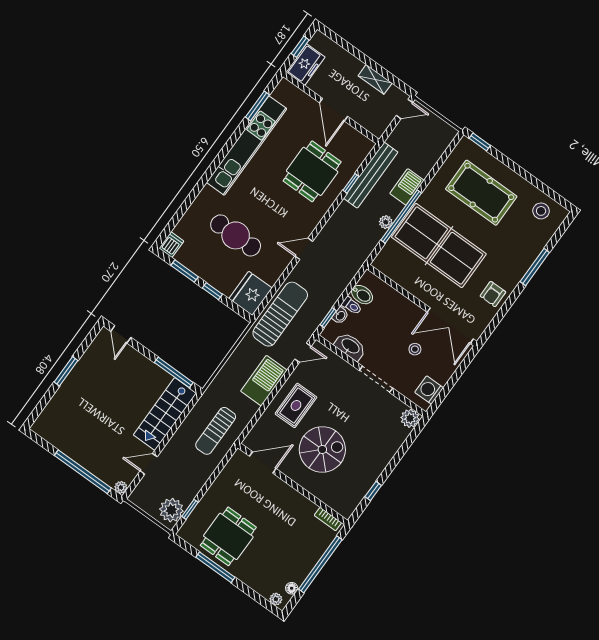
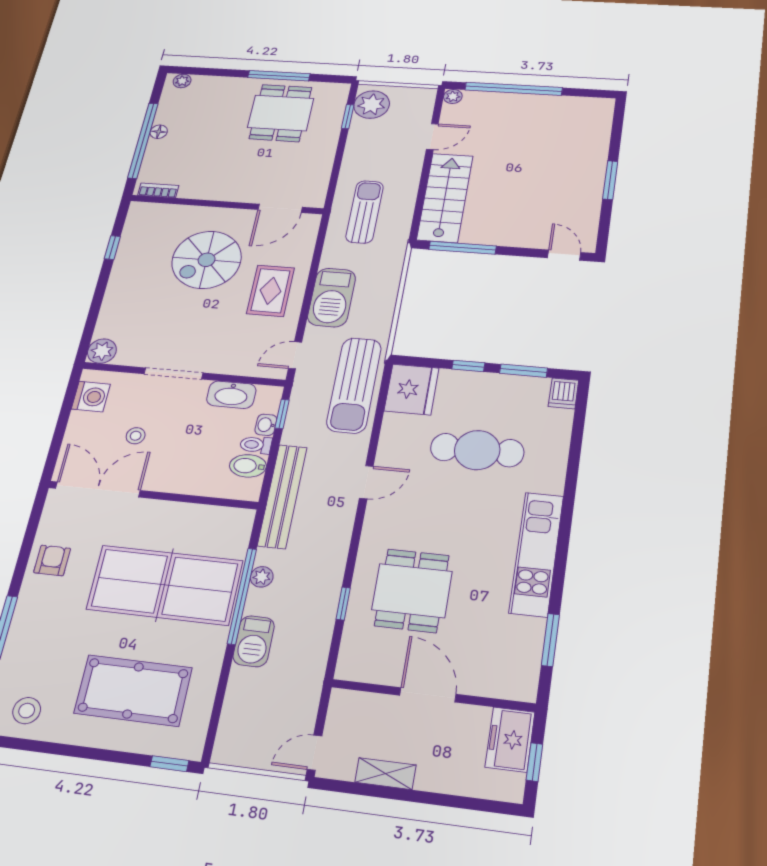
kitchen unit: (247, 146) -> (536, 554), width x0.73
bench: (371, 175) -> (282, 496), moved
floor lamp: (292, 588) -> (159, 132), moved

